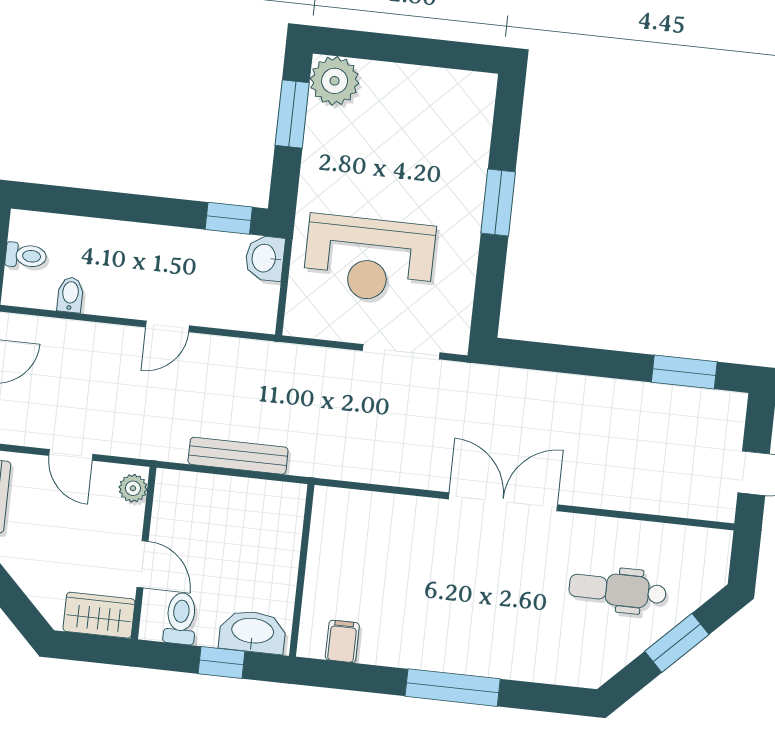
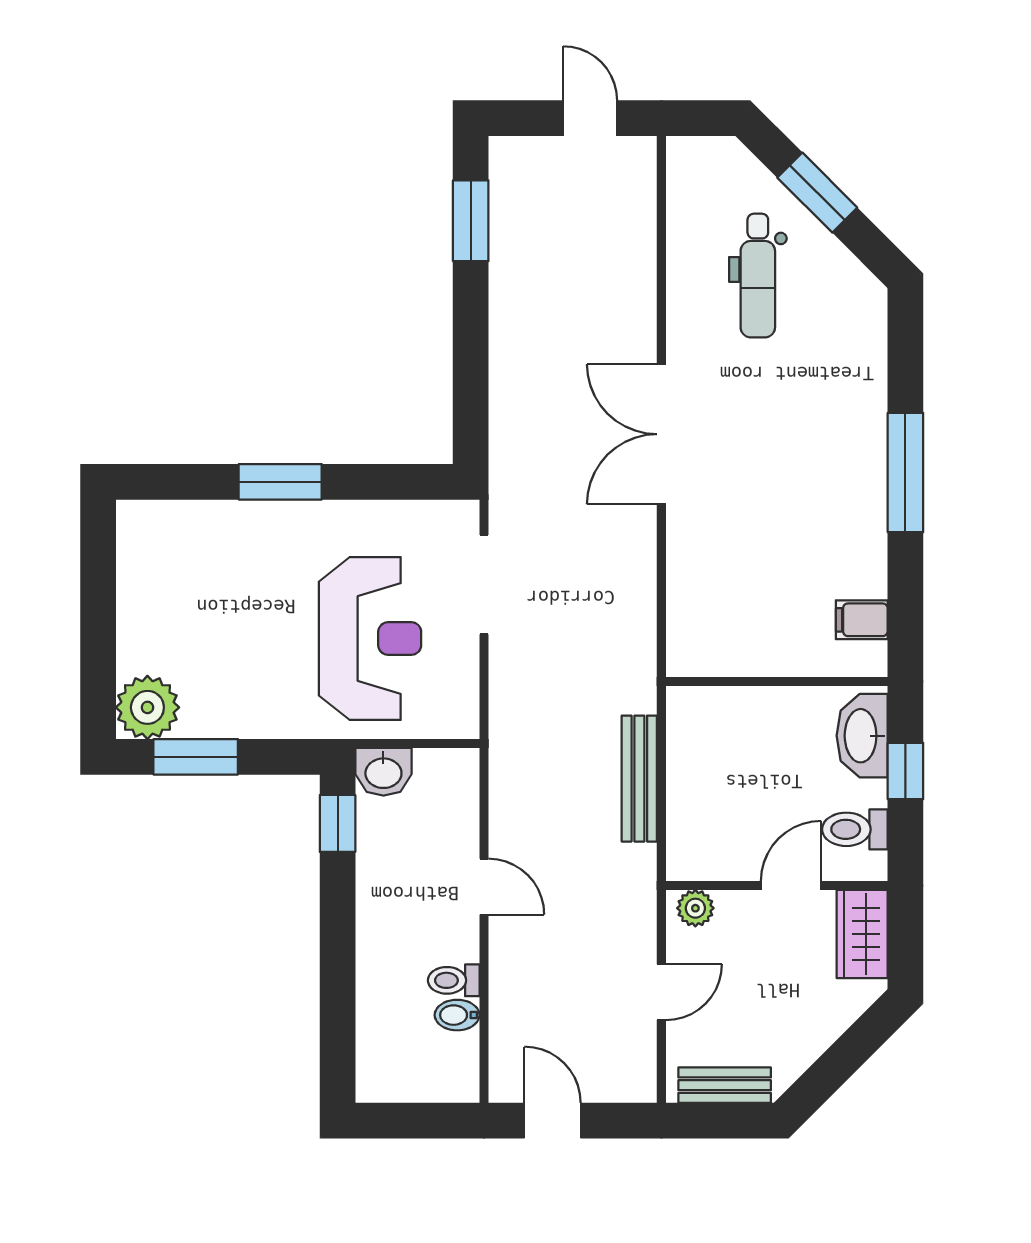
toilet: (26, 256) -> (454, 980), moved, turned -90

